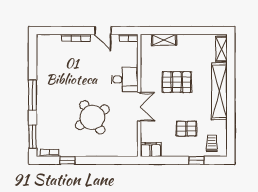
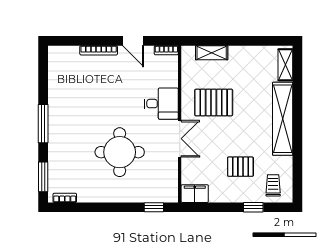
pallet: (177, 82) -> (214, 103), moved
round table: (92, 117) -> (120, 152), turned 33
window: (67, 160) -> (154, 207), moved

